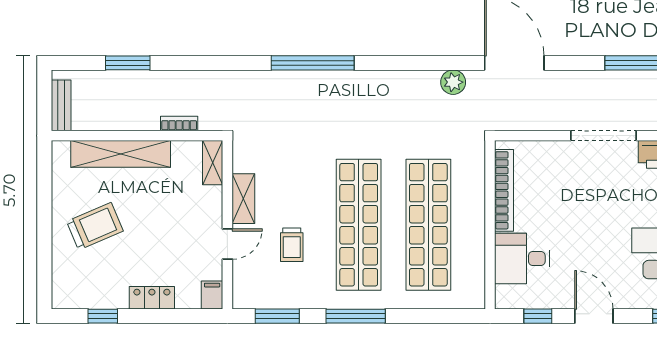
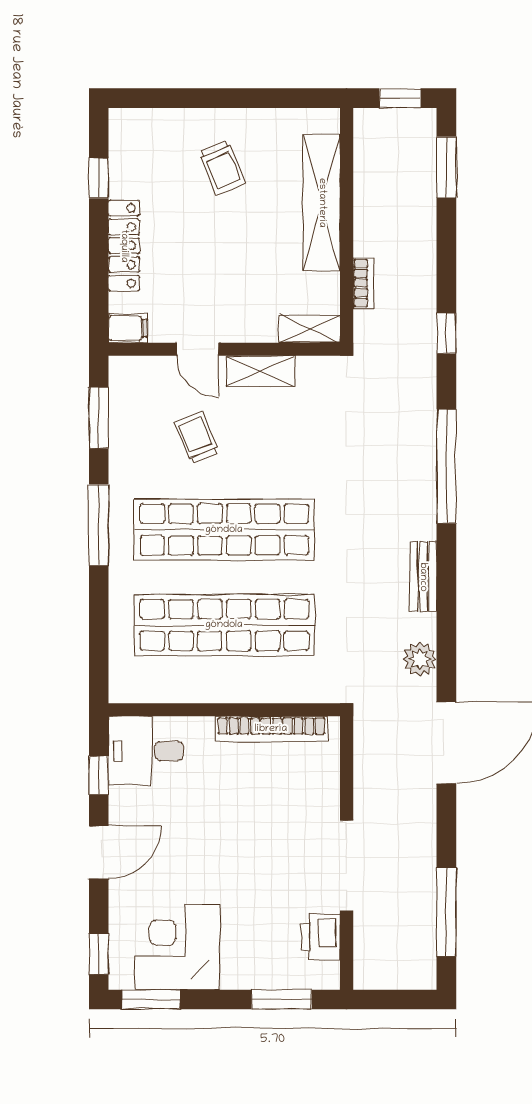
window: (128, 63) -> (446, 167), moved
window: (216, 63) -> (446, 333), added
window: (44, 97) -> (400, 98), added
bench: (61, 105) -> (423, 577), moved, turned 90
trolley: (95, 226) -> (222, 167), width x0.73, depth x0.72
trolley: (292, 245) -> (197, 438), turned 68
desk: (522, 259) -> (146, 751), moved, turned -90
locker: (152, 298) -> (124, 246), width x1.53

